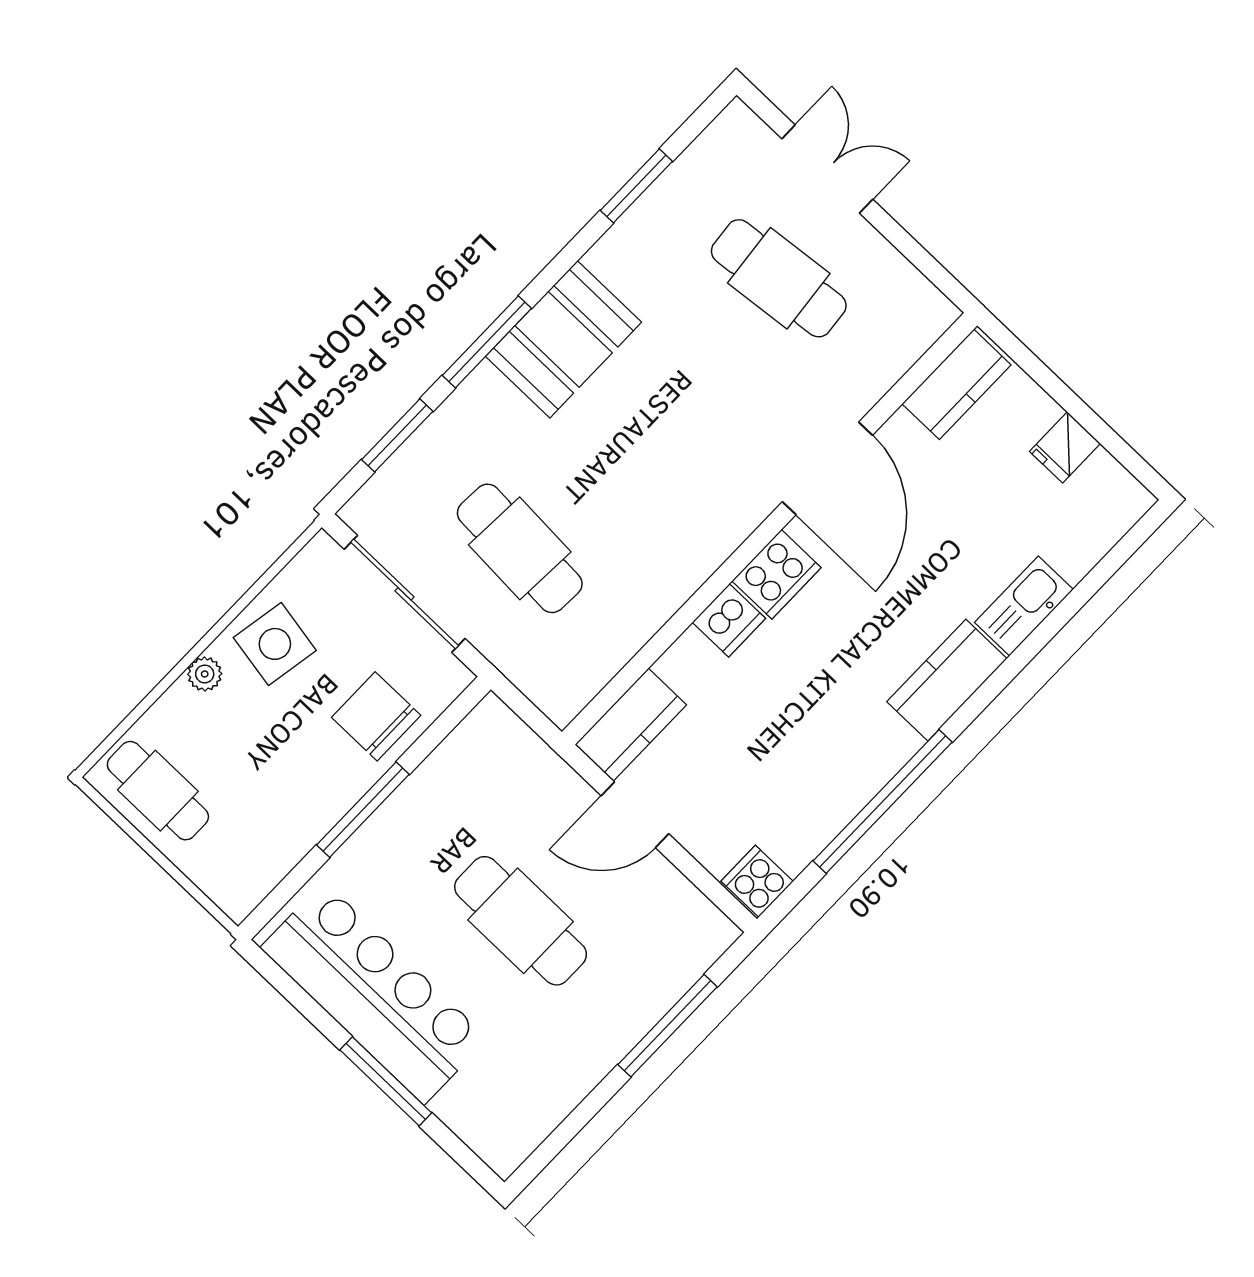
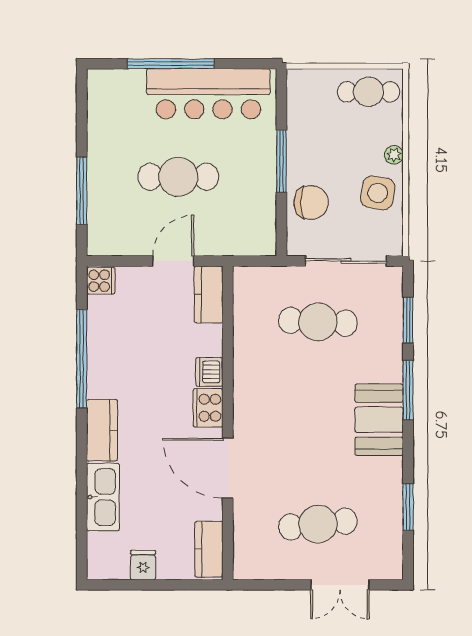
kitchen sink: (1024, 606) -> (103, 497), width x1.36, depth x1.24
window: (386, 1081) -> (171, 64), width x1.46

